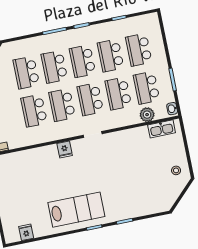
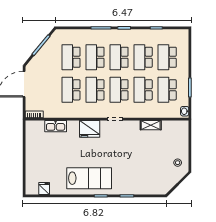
plant: (147, 115) -> (163, 112), removed
kitchen sink: (162, 129) -> (56, 126), moved
shelving: (136, 133) -> (151, 125), added
fridge: (65, 149) -> (90, 129), width x1.88, depth x1.34

